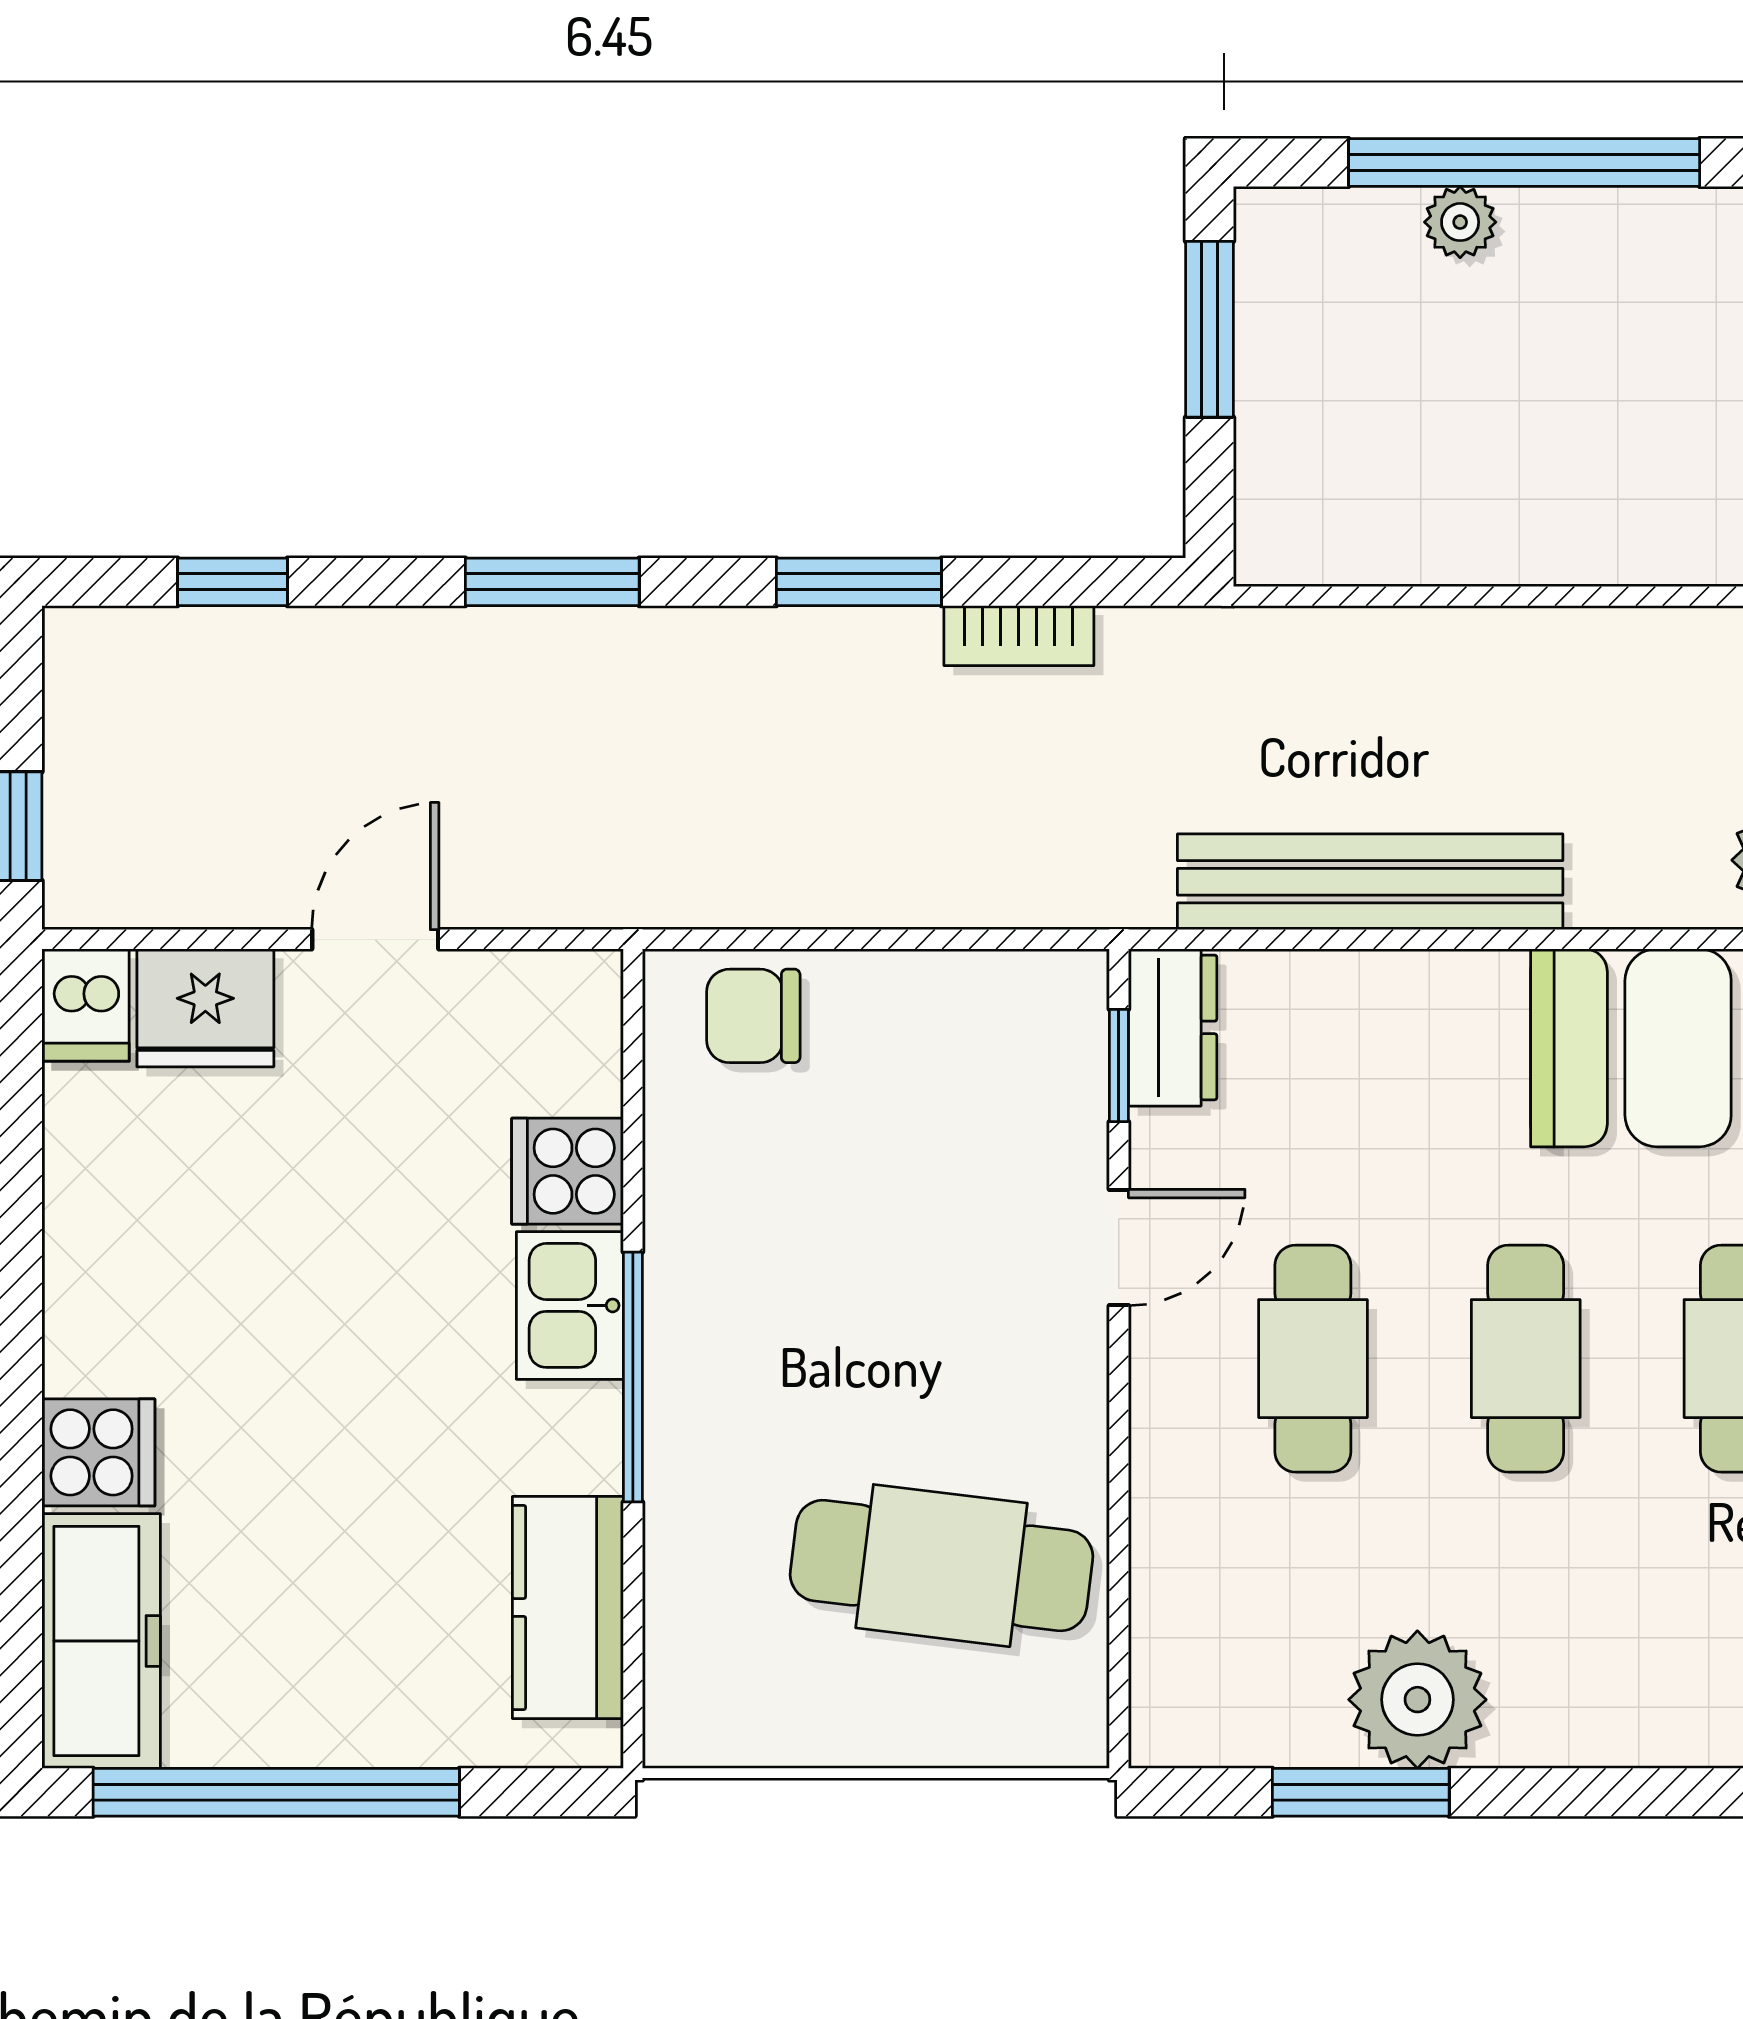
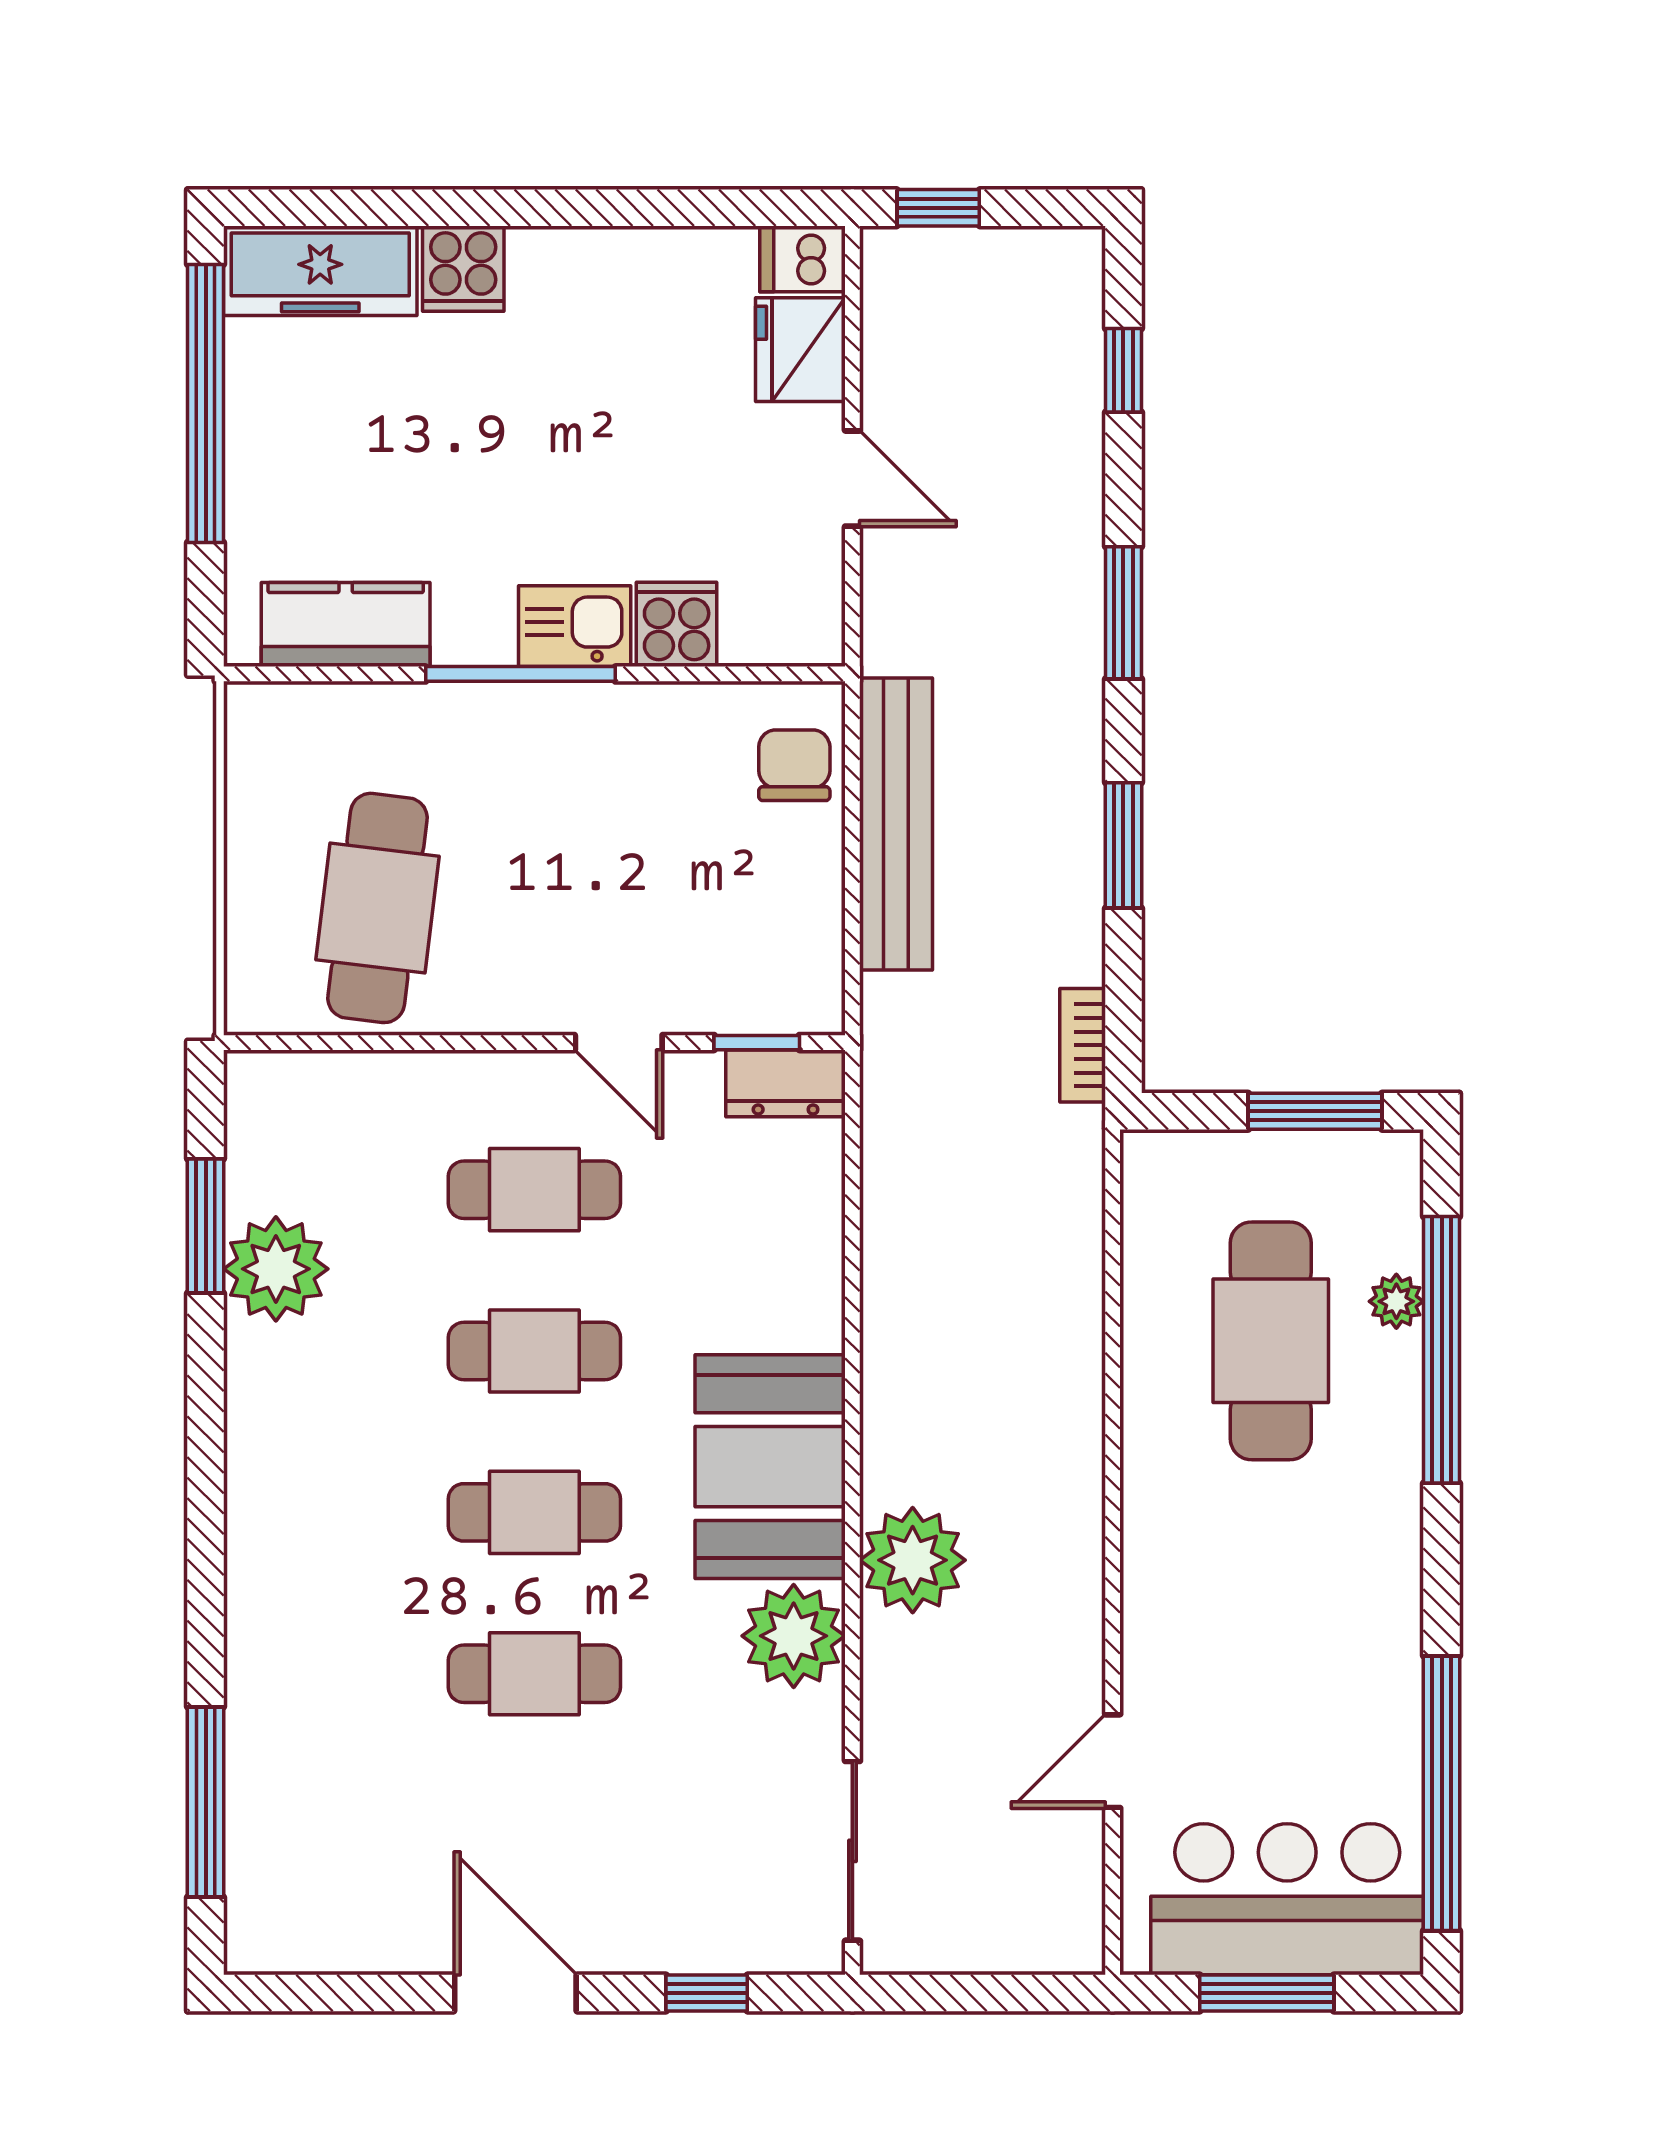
cafe table: (1512, 388) -> (1271, 1341), added
bookcase: (1019, 636) -> (1083, 1045), moved
bench: (1370, 882) -> (896, 824), moved

